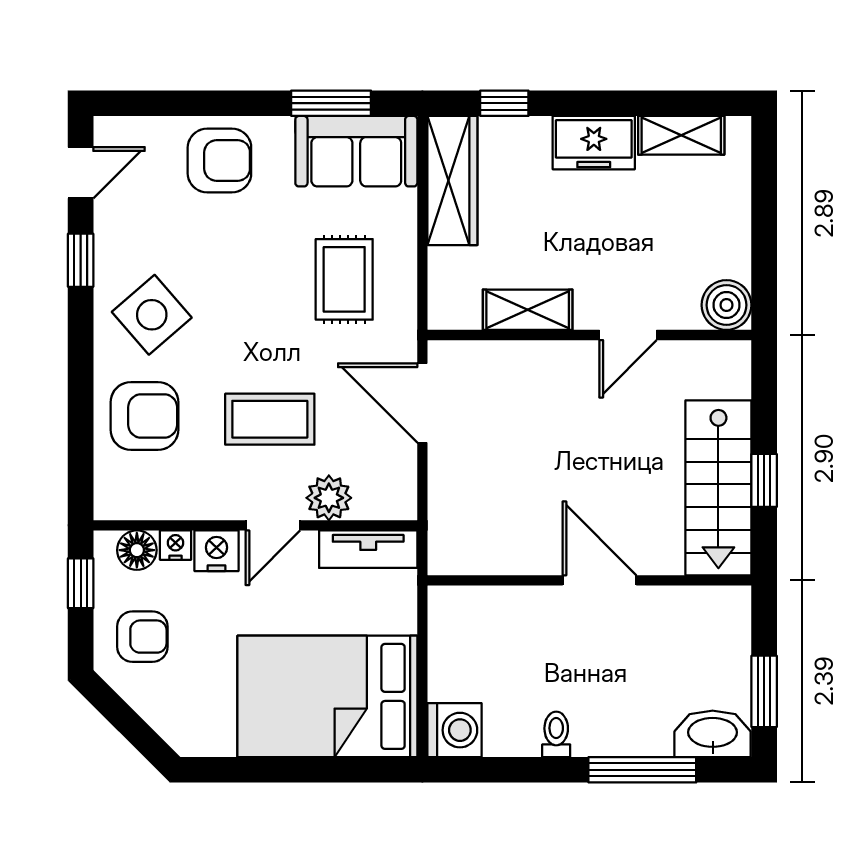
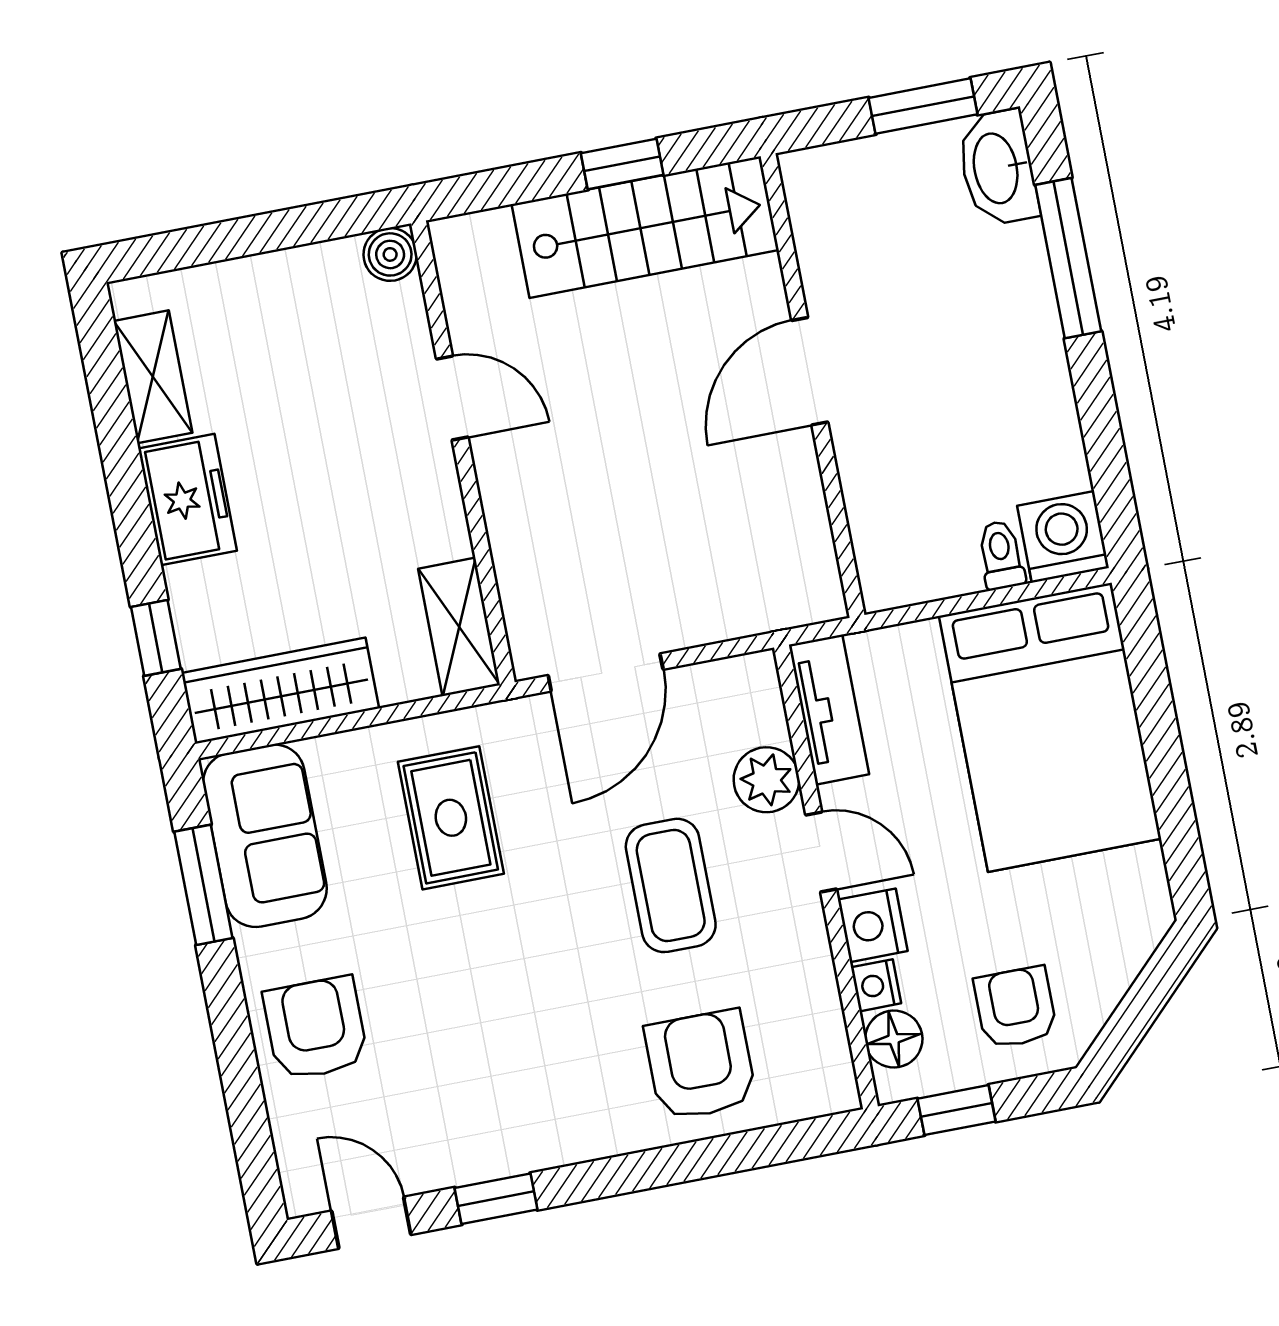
rug: (344, 279) -> (451, 818), turned 90
boiler: (727, 305) -> (390, 254), width x0.73, depth x0.73
shelving: (528, 310) -> (459, 627), moved
side table: (152, 315) -> (554, 1082), removed
toilet: (556, 734) -> (1001, 555), moved, turned 90

